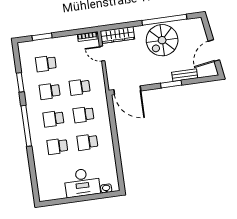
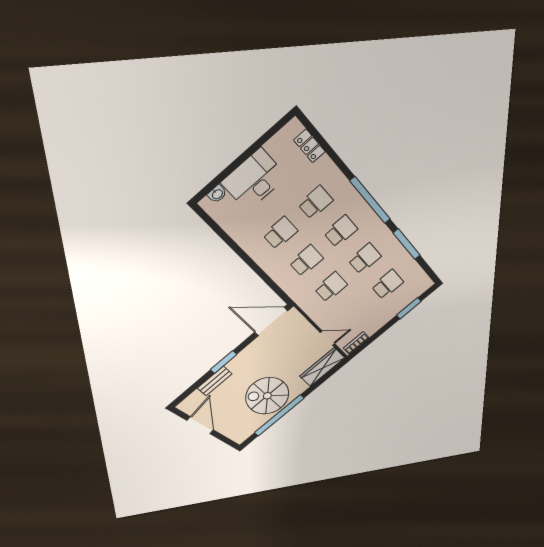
spiral stairs: (162, 40) -> (267, 396), turned -90
window: (20, 82) -> (407, 244), width x1.44
locker: (42, 181) -> (309, 146), added

